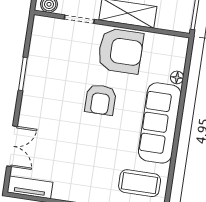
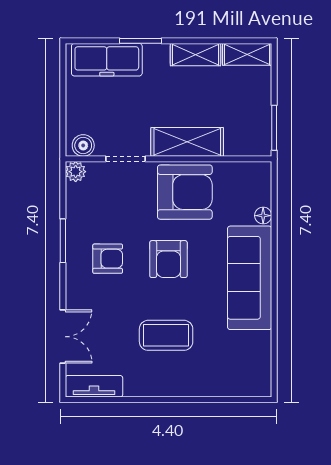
plant: (40, 23) -> (76, 172), added
armchair: (55, 92) -> (108, 259), added
coffee table: (140, 183) -> (166, 335), moved

